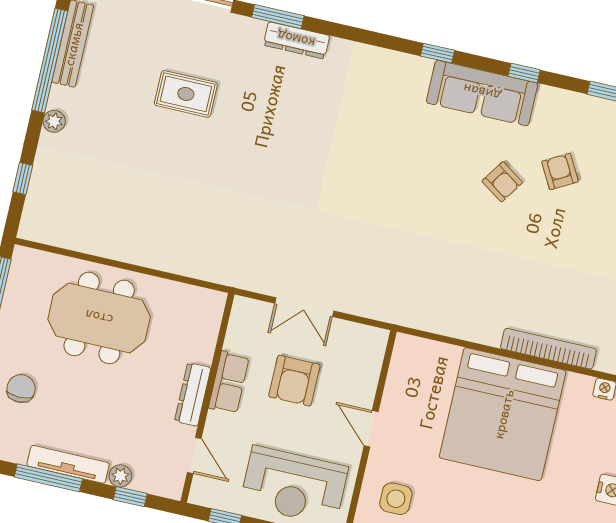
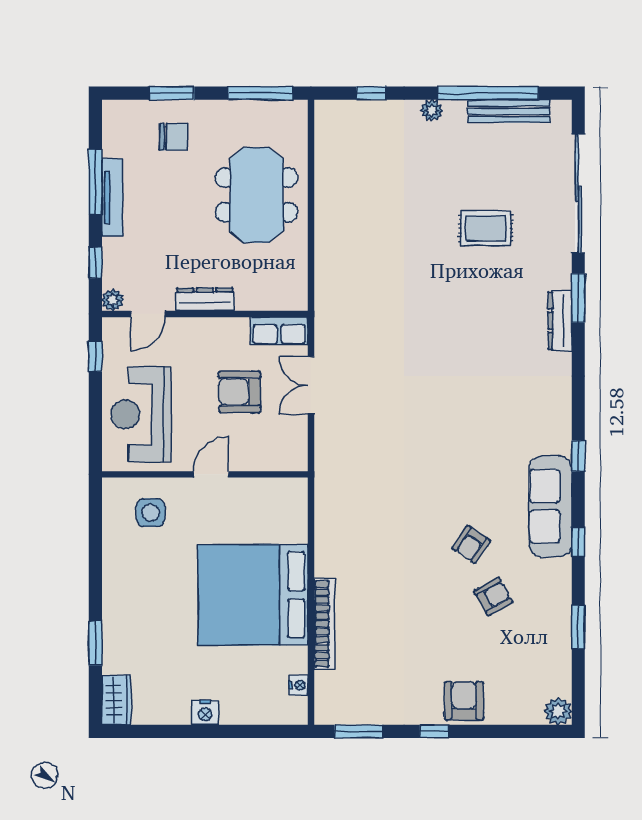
rug: (186, 94) -> (486, 228), turned 90
row of seats: (229, 382) -> (279, 331), moved
plant: (120, 476) -> (113, 300), moved

